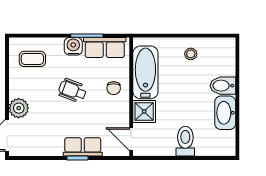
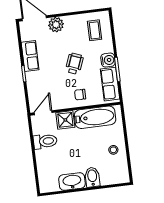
toilet: (185, 141) -> (45, 141), moved
row of seats: (83, 147) -> (30, 56), moved

